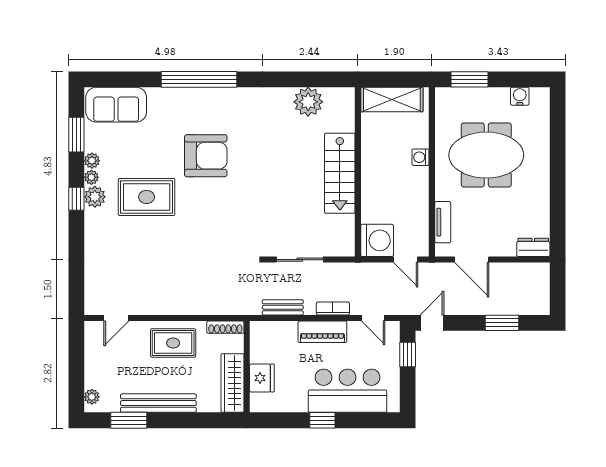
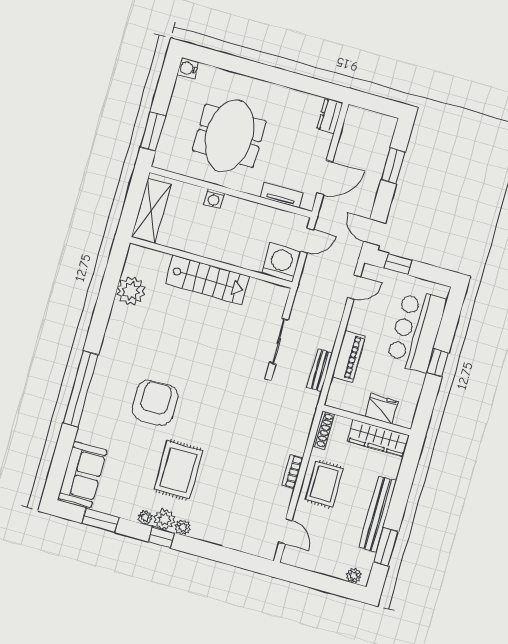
water cooler: (520, 96) -> (188, 68), moved
plant: (92, 161) -> (183, 527), moved
bookcase: (333, 309) -> (292, 472), moved
piano: (322, 332) -> (349, 356), moved

